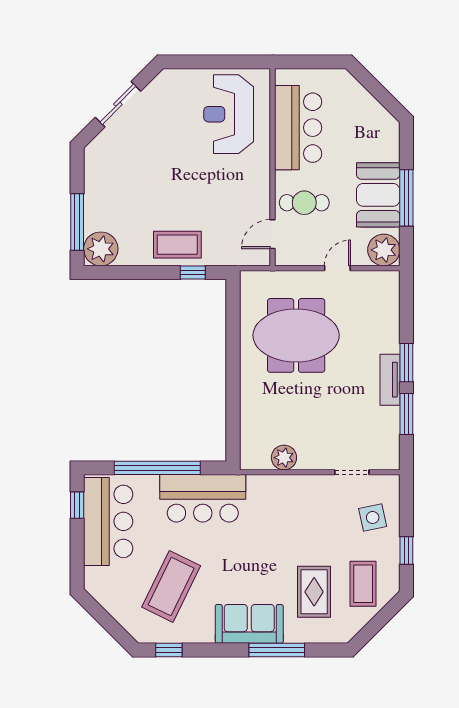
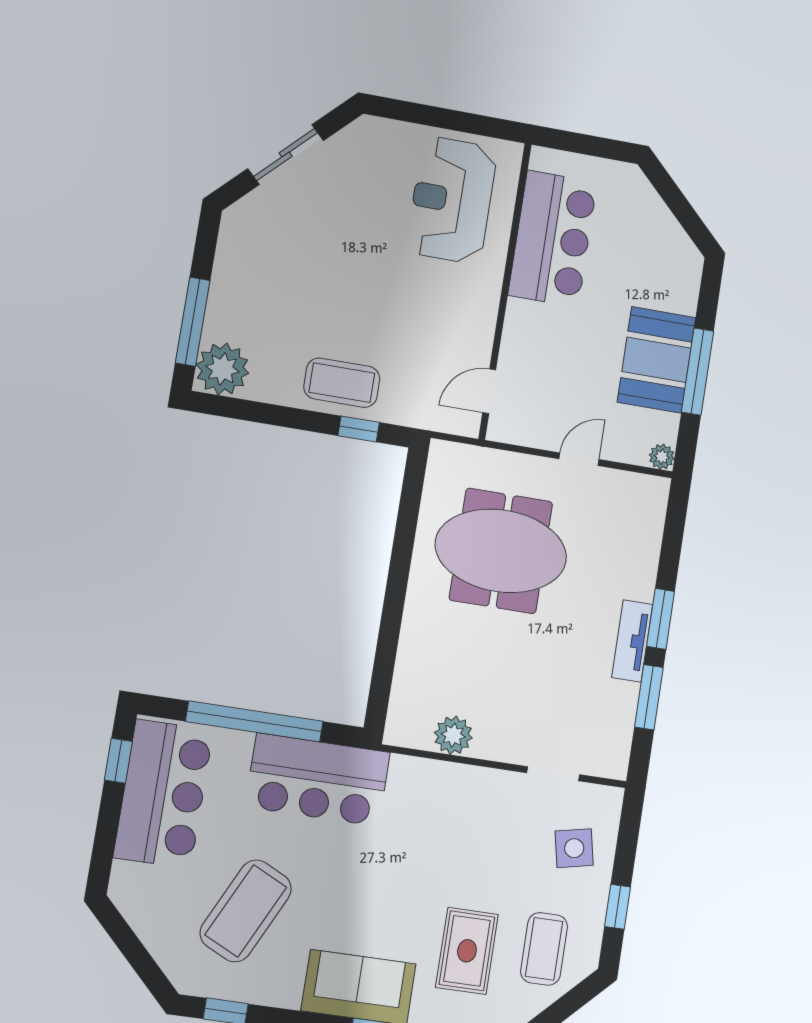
cafe table: (304, 203) -> (545, 352), removed
plant: (384, 250) -> (662, 457), width x0.53, depth x0.53

